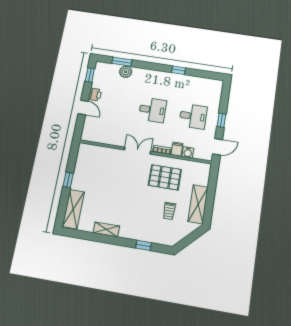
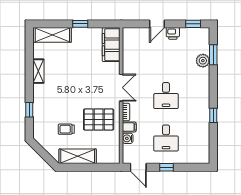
filing cabinet: (94, 153) -> (111, 45), added
pallet: (165, 177) -> (99, 120), turned 90

